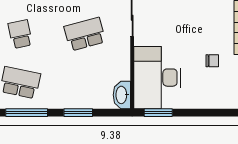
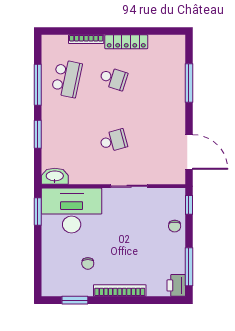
school desk: (20, 34) -> (113, 78), turned 30
school desk: (85, 34) -> (113, 141), width x0.54

